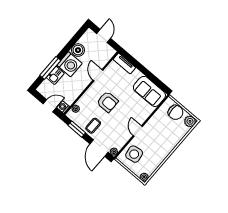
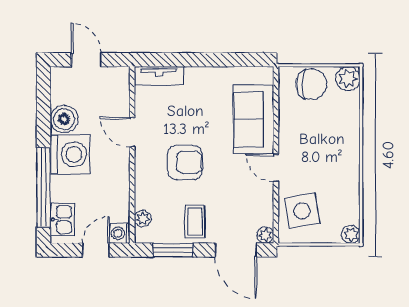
window: (50, 68) -> (44, 187), width x1.46
kitchen sink: (55, 75) -> (62, 219), moved
sofa: (149, 91) -> (254, 119), moved, turned 90

